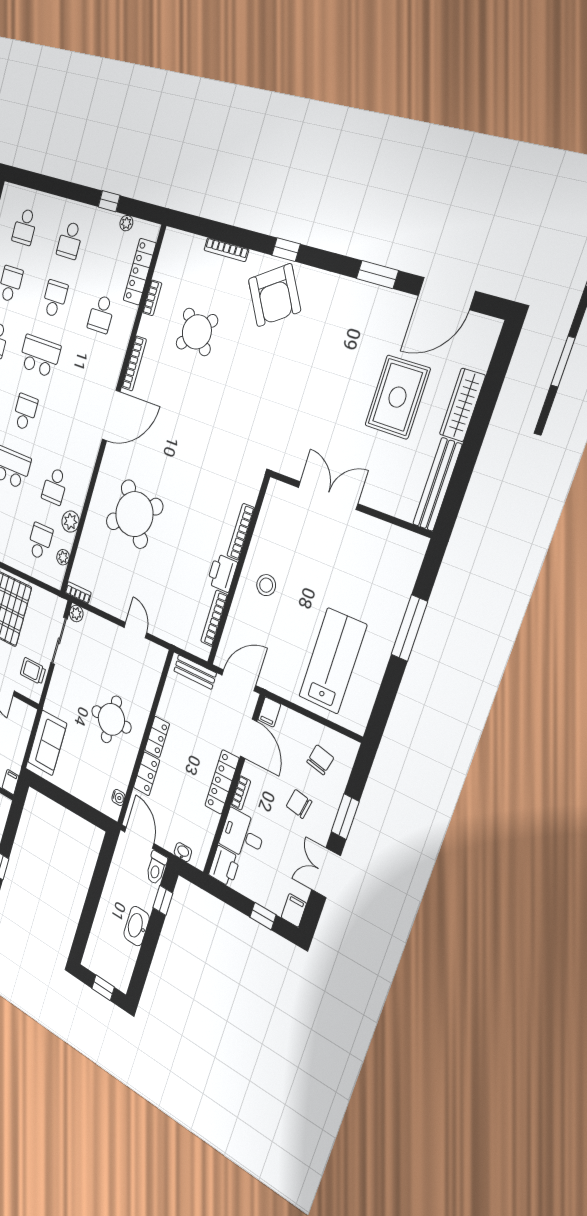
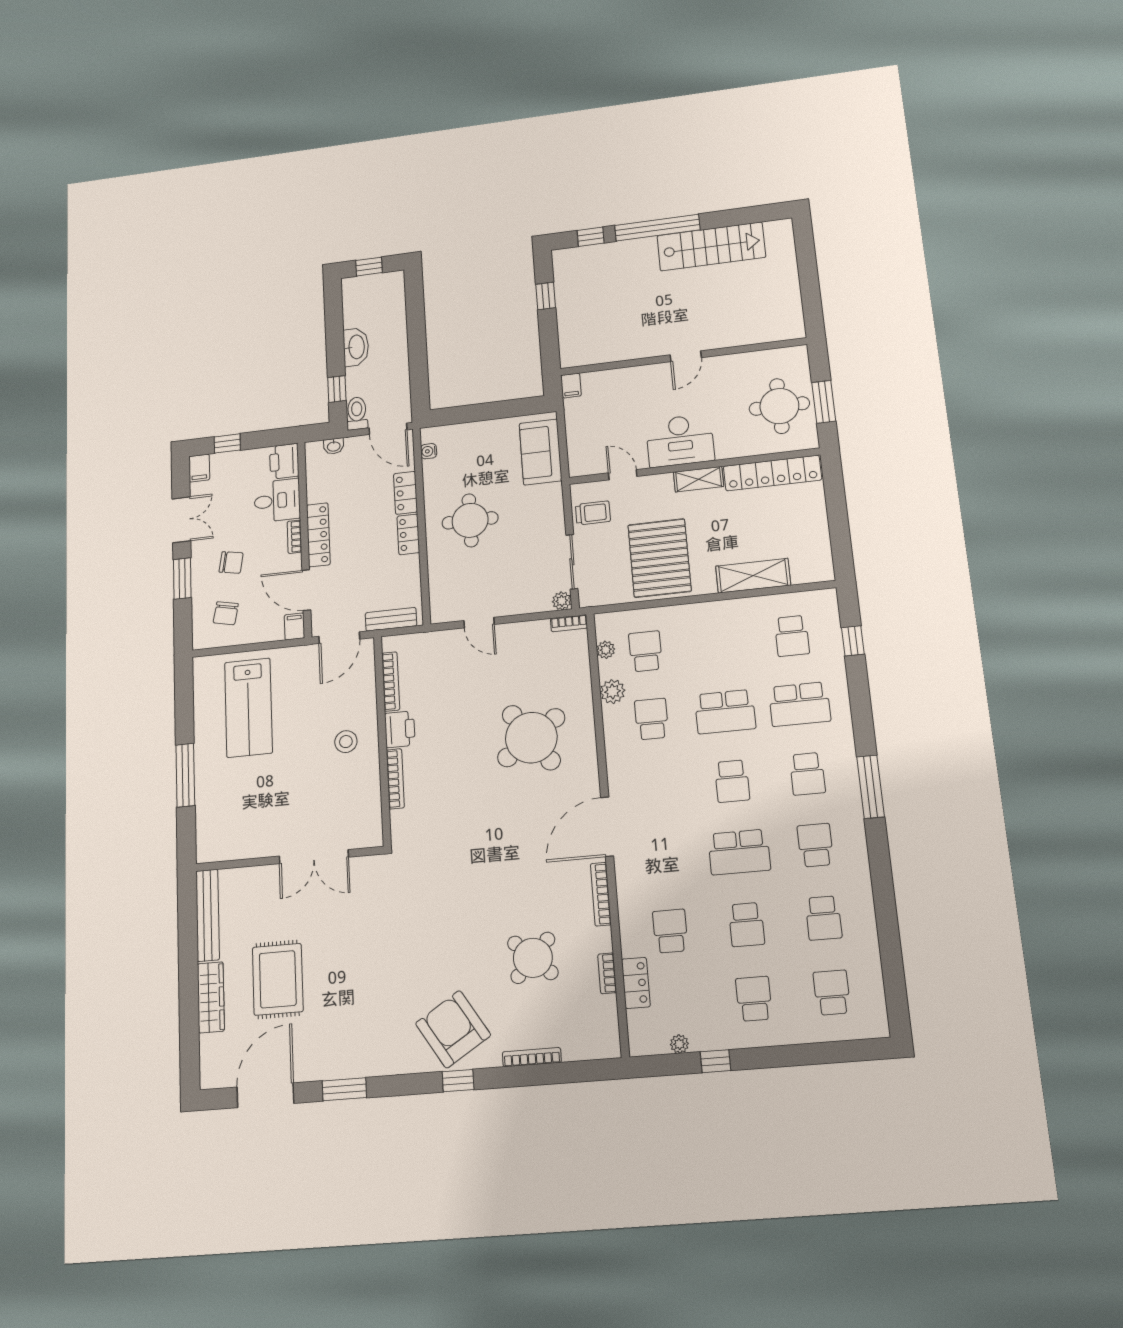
locker: (140, 272) -> (636, 983), width x0.66
school desk: (40, 541) -> (645, 651), turned 180

